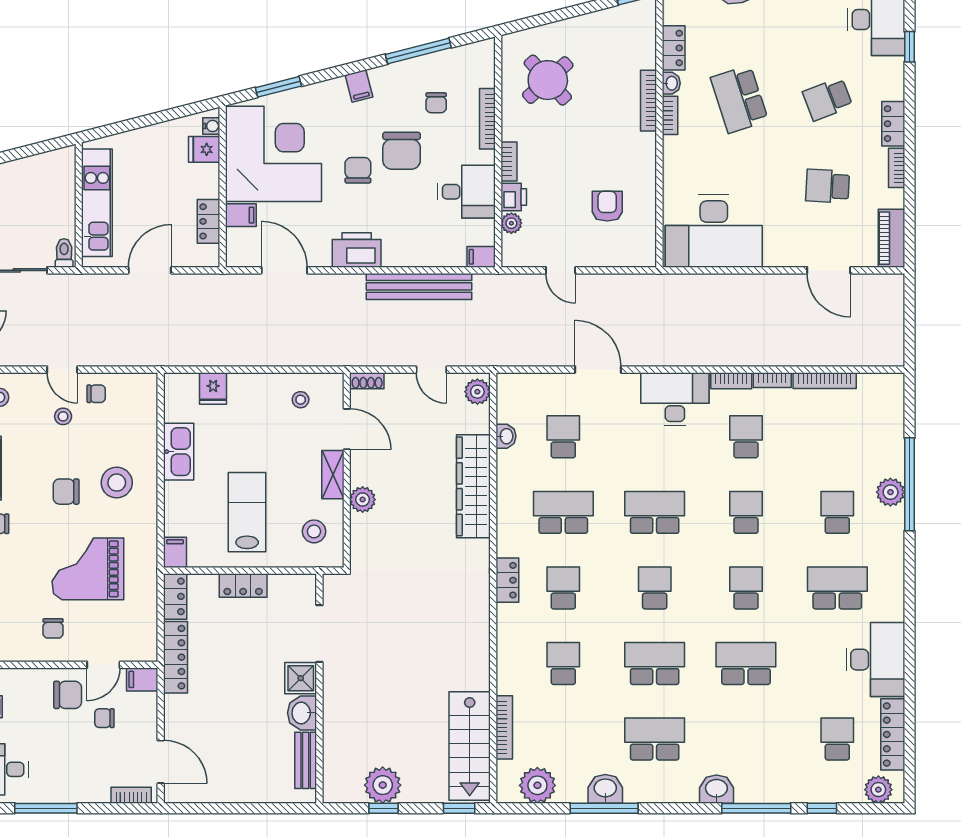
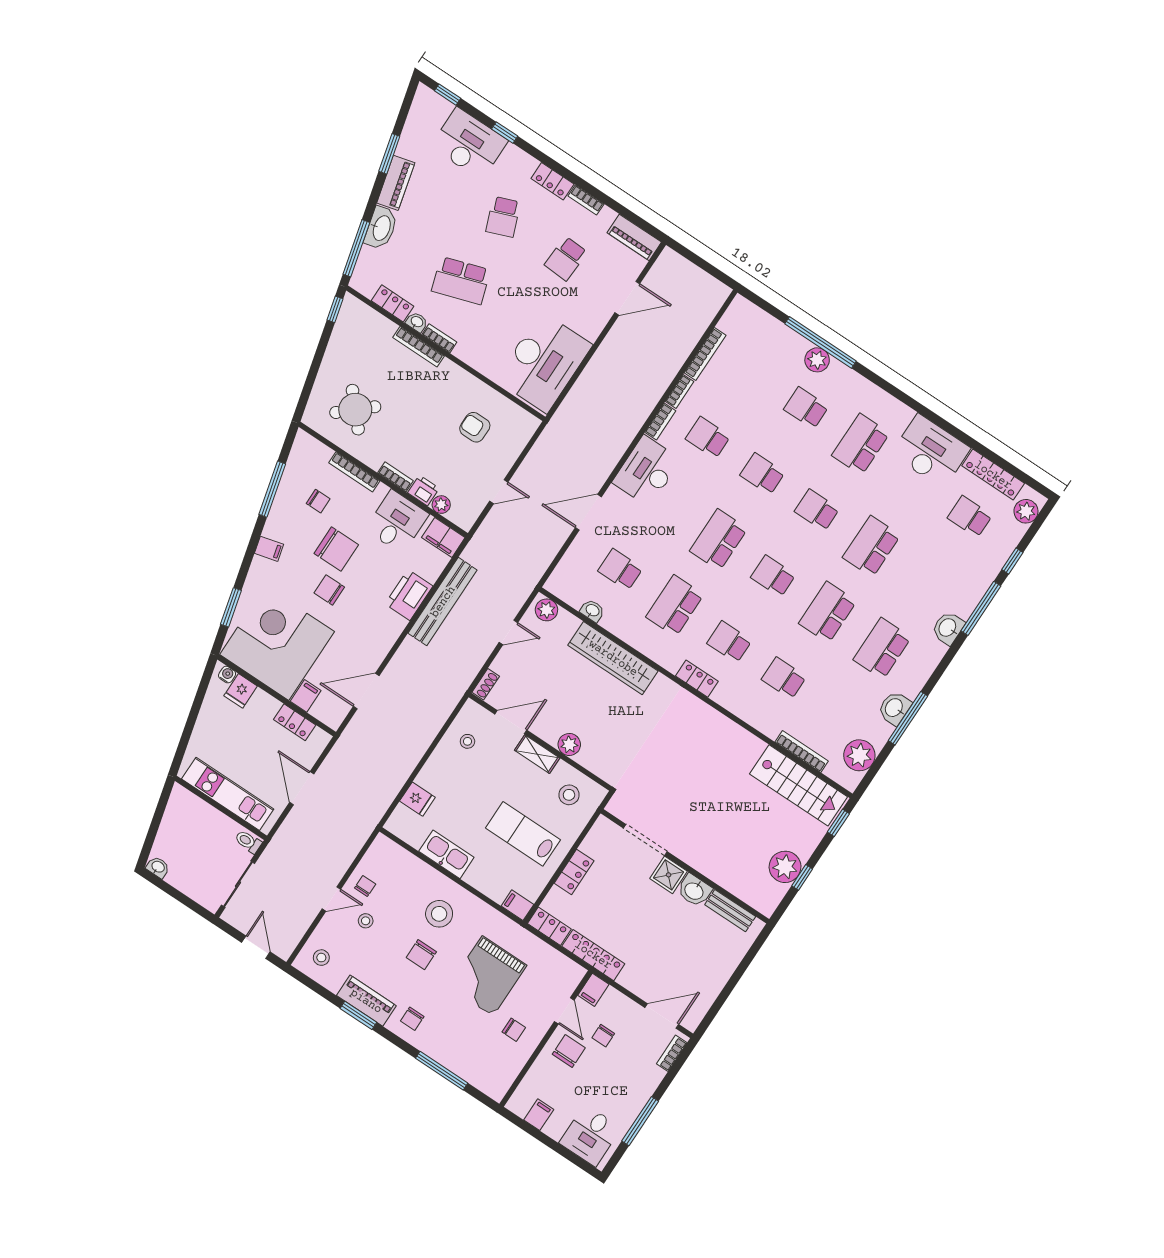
printer: (357, 250) -> (409, 595), moved
filing cabinet: (481, 257) -> (443, 538), width x2.00

